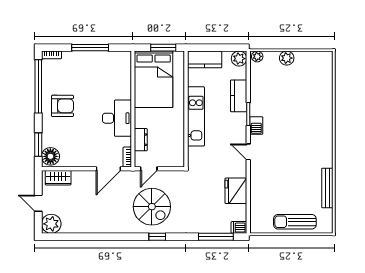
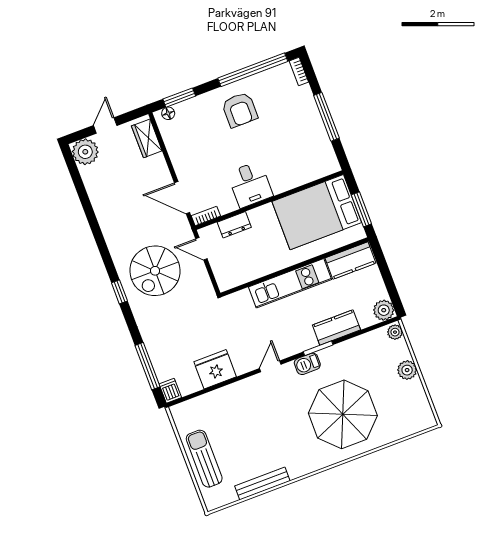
kitchen counter: (205, 59) -> (350, 261), moved, turned -90
parasol: (301, 114) -> (343, 414), added
desk: (117, 118) -> (250, 184), width x0.73
floor lamp: (50, 156) -> (168, 113), width x0.53, depth x0.53

